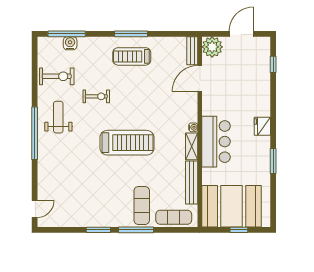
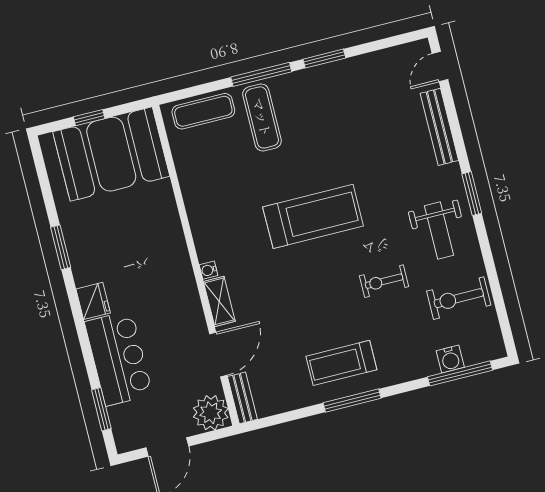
treadmill: (132, 56) -> (341, 363), turned 180
window: (273, 64) -> (101, 409), width x1.50
window: (35, 133) -> (472, 194), width x0.47
bar counter: (216, 142) -> (119, 358), moved, turned 180
treadmill: (127, 143) -> (313, 216), turned 180
shelving: (192, 146) -> (219, 301), moved
bench: (192, 183) -> (439, 127), moved

